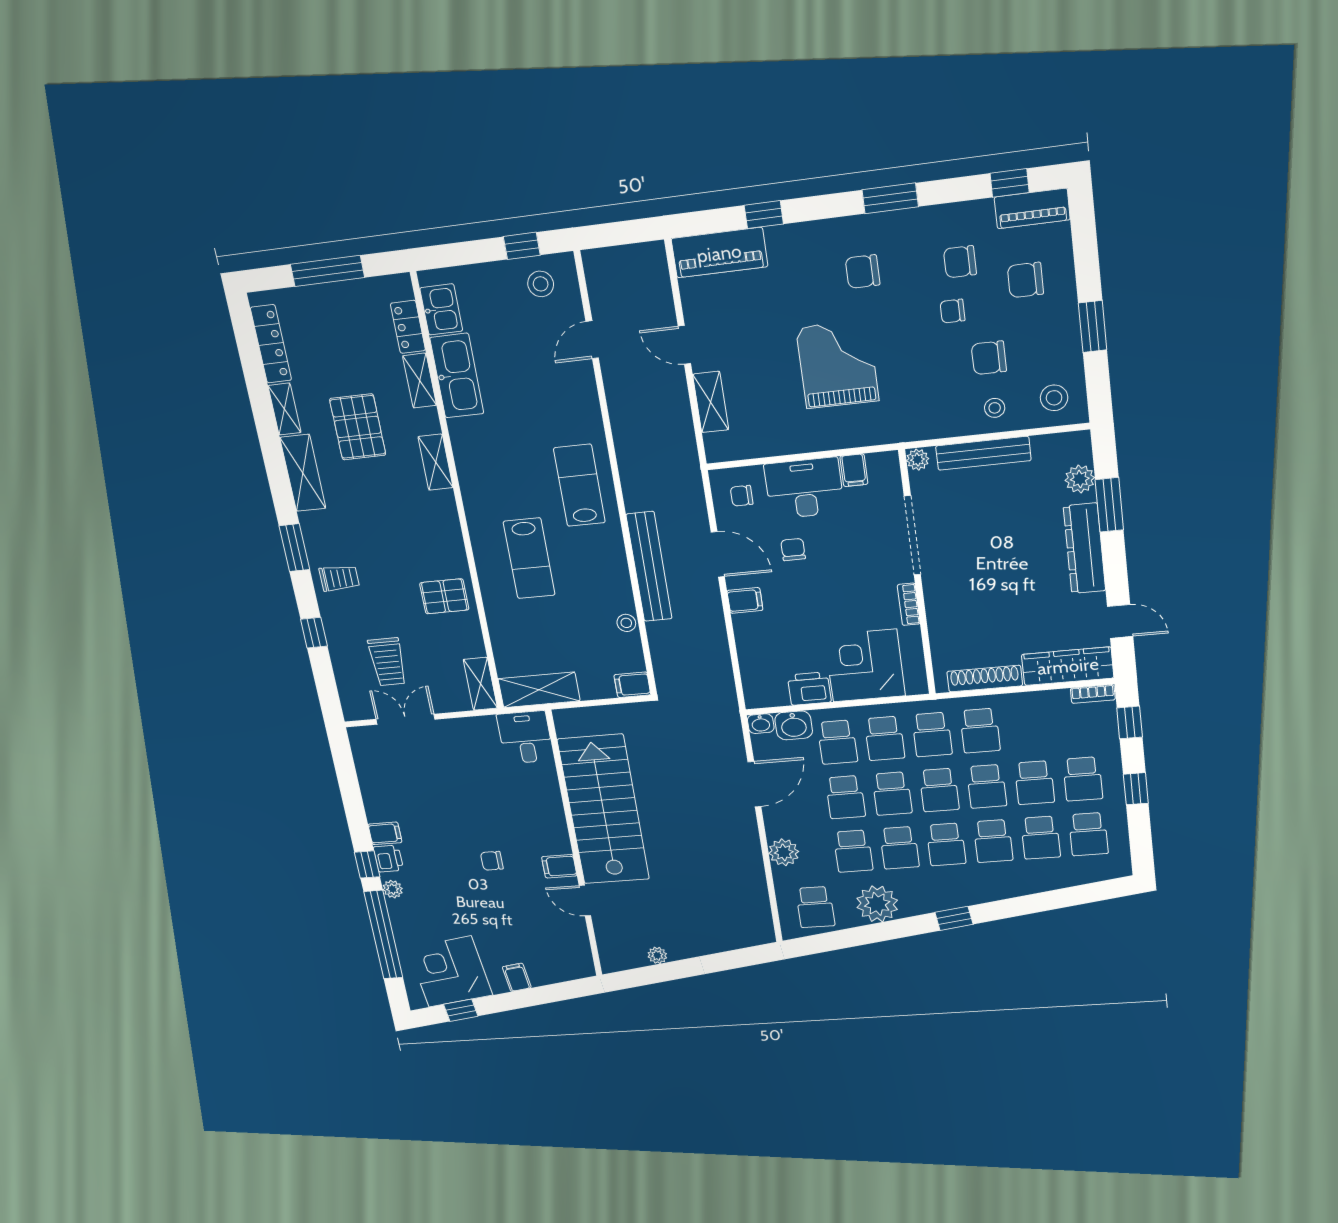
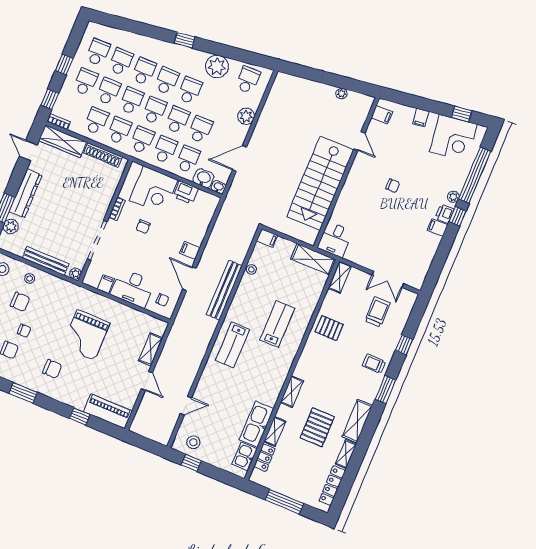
chair: (793, 550) -> (143, 227), moved
school desk: (853, 851) -> (96, 121), moved
filing cabinet: (559, 866) -> (382, 115), moved

